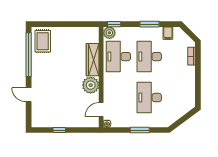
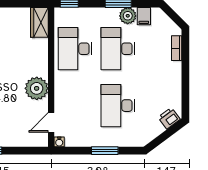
plant: (109, 33) -> (128, 16), moved
wardrobe: (93, 60) -> (39, 22), moved, width x0.67
printer: (186, 107) -> (169, 118), added

